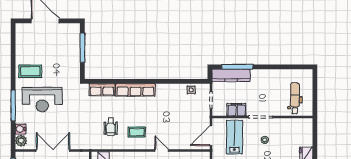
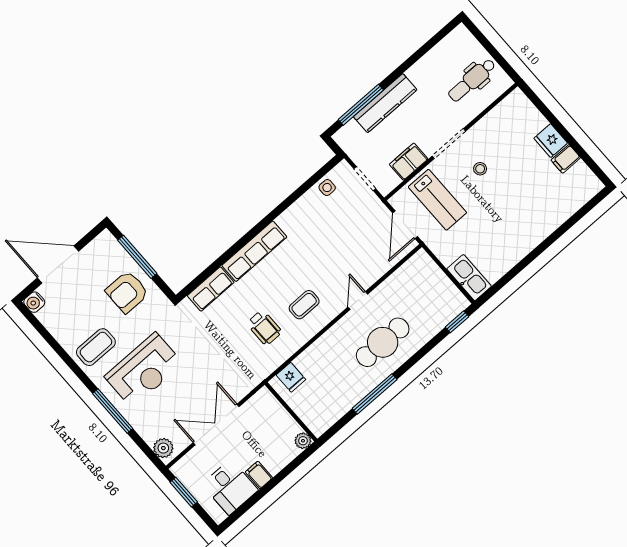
armchair: (65, 59) -> (127, 292), added
kitchen counter: (231, 75) -> (385, 103), moved
dental chair: (295, 98) -> (472, 80), turned -90
water cooler: (21, 129) -> (34, 302), moved
lab bench: (234, 137) -> (437, 200), turned 180
door: (162, 151) -> (358, 301), hinge flipped

